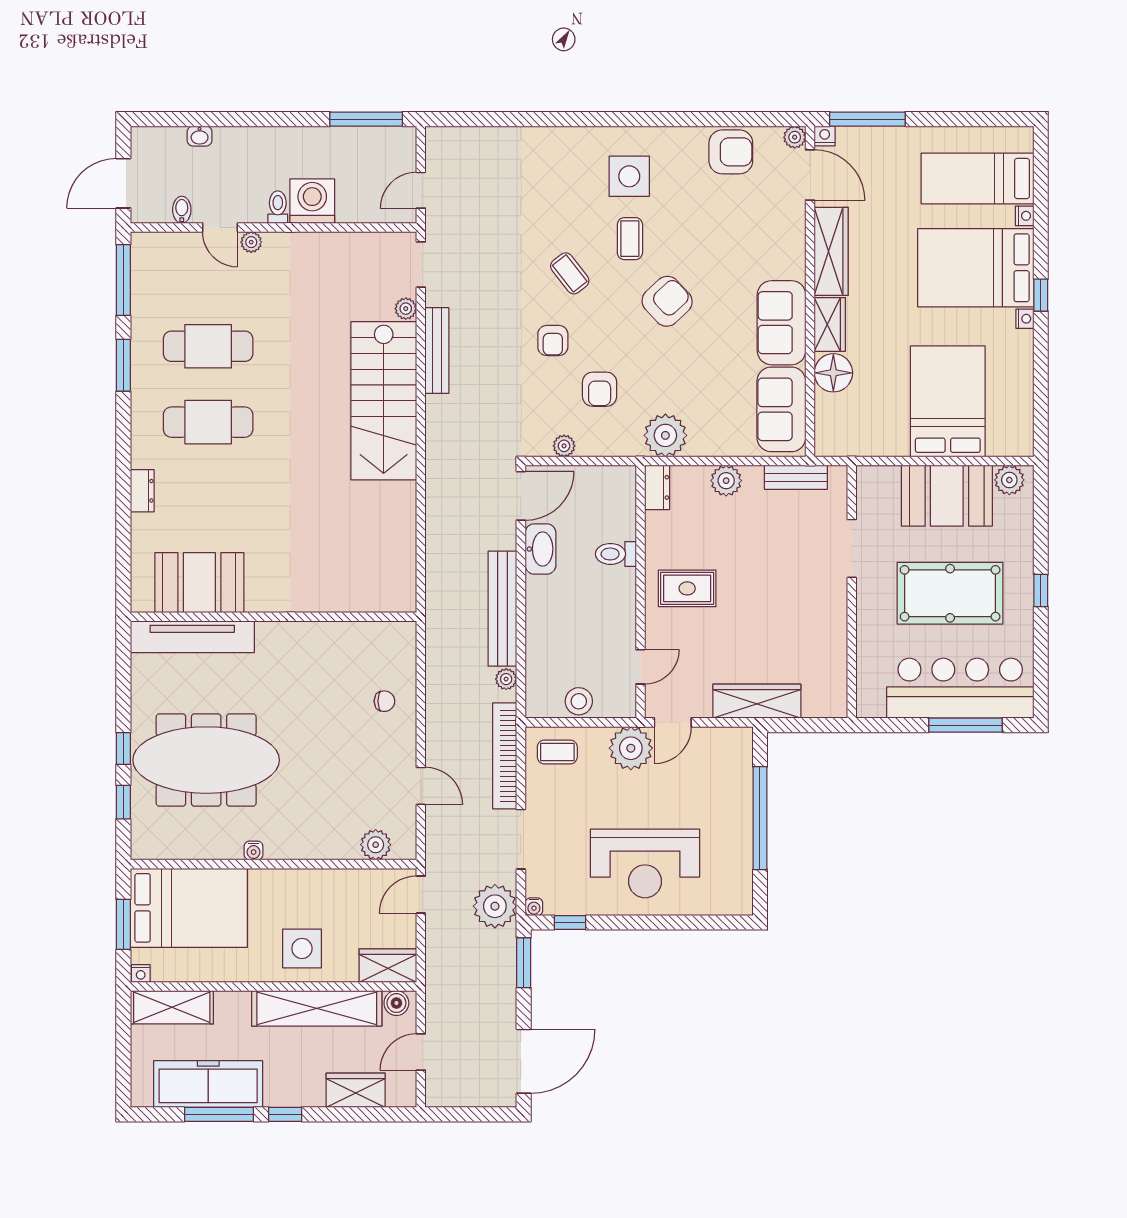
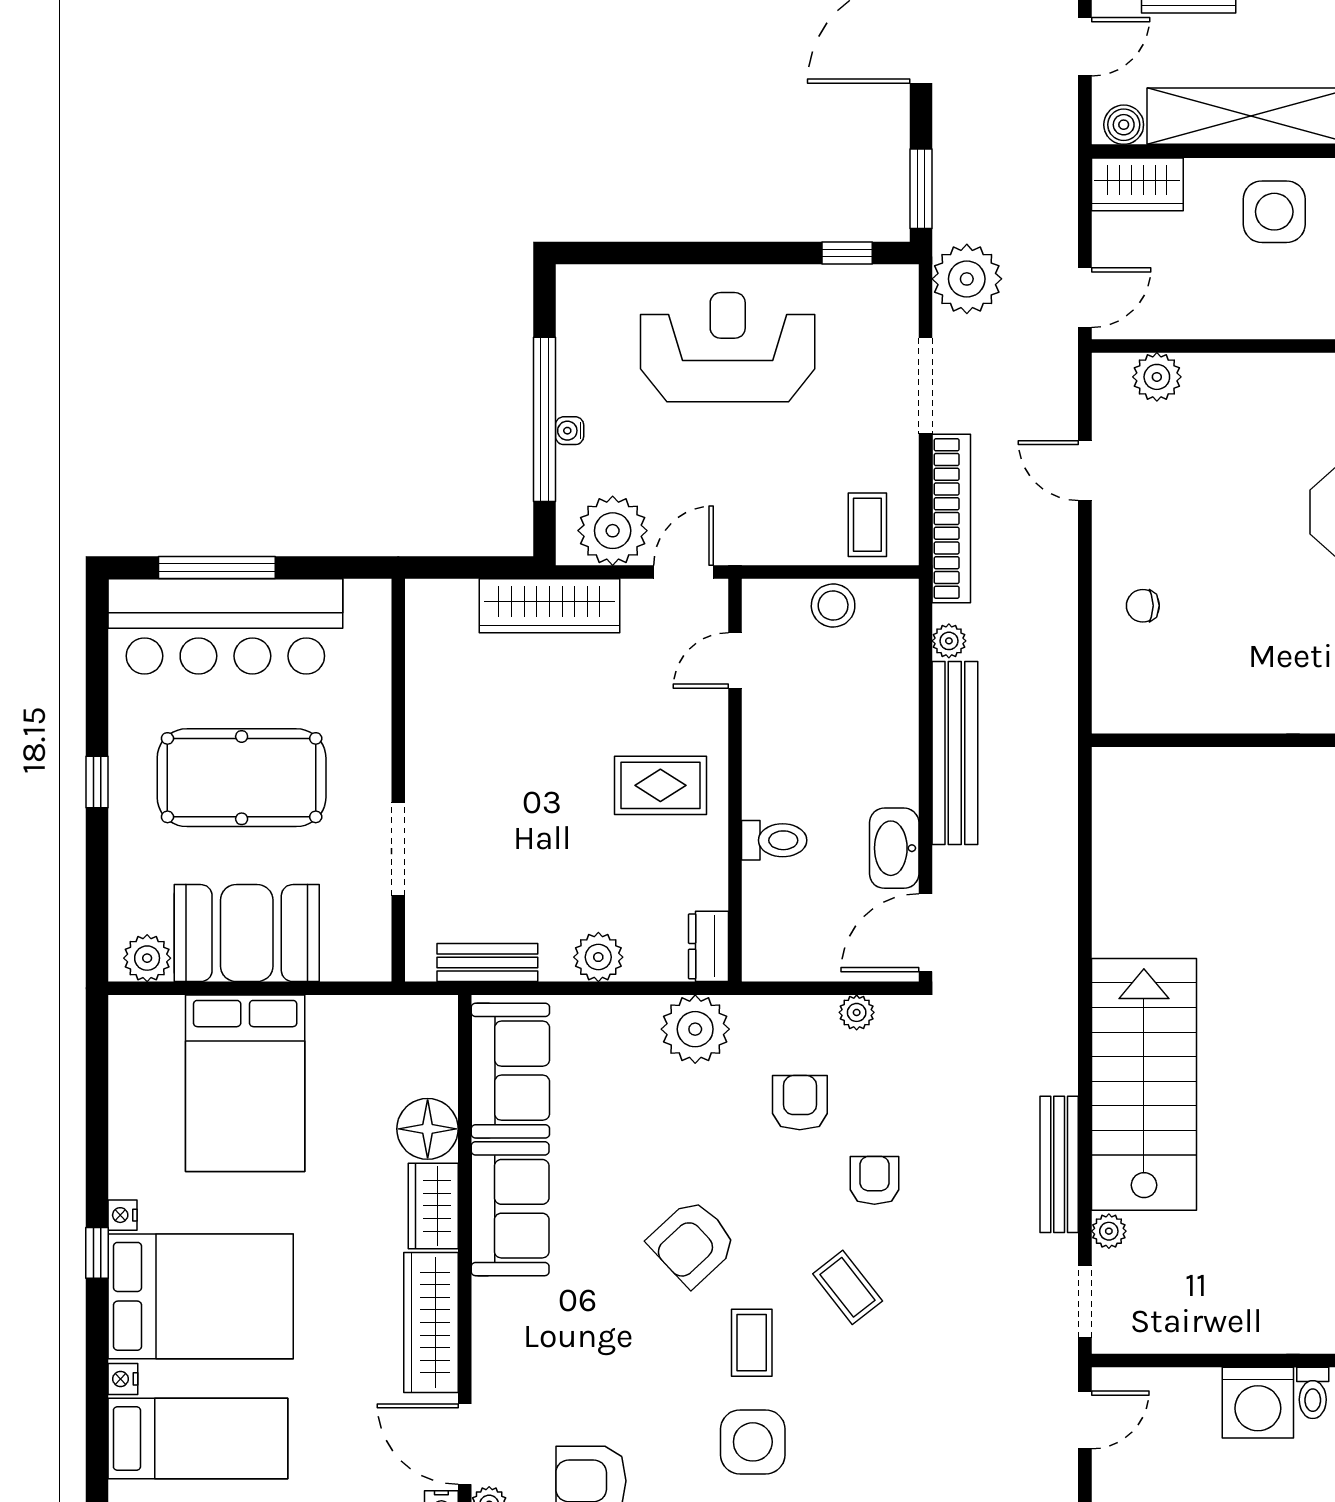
plant: (631, 748) -> (613, 531), moved
coffee table: (557, 752) -> (867, 525), turned 90
water cooler: (534, 907) -> (570, 431), moved, turned -90

